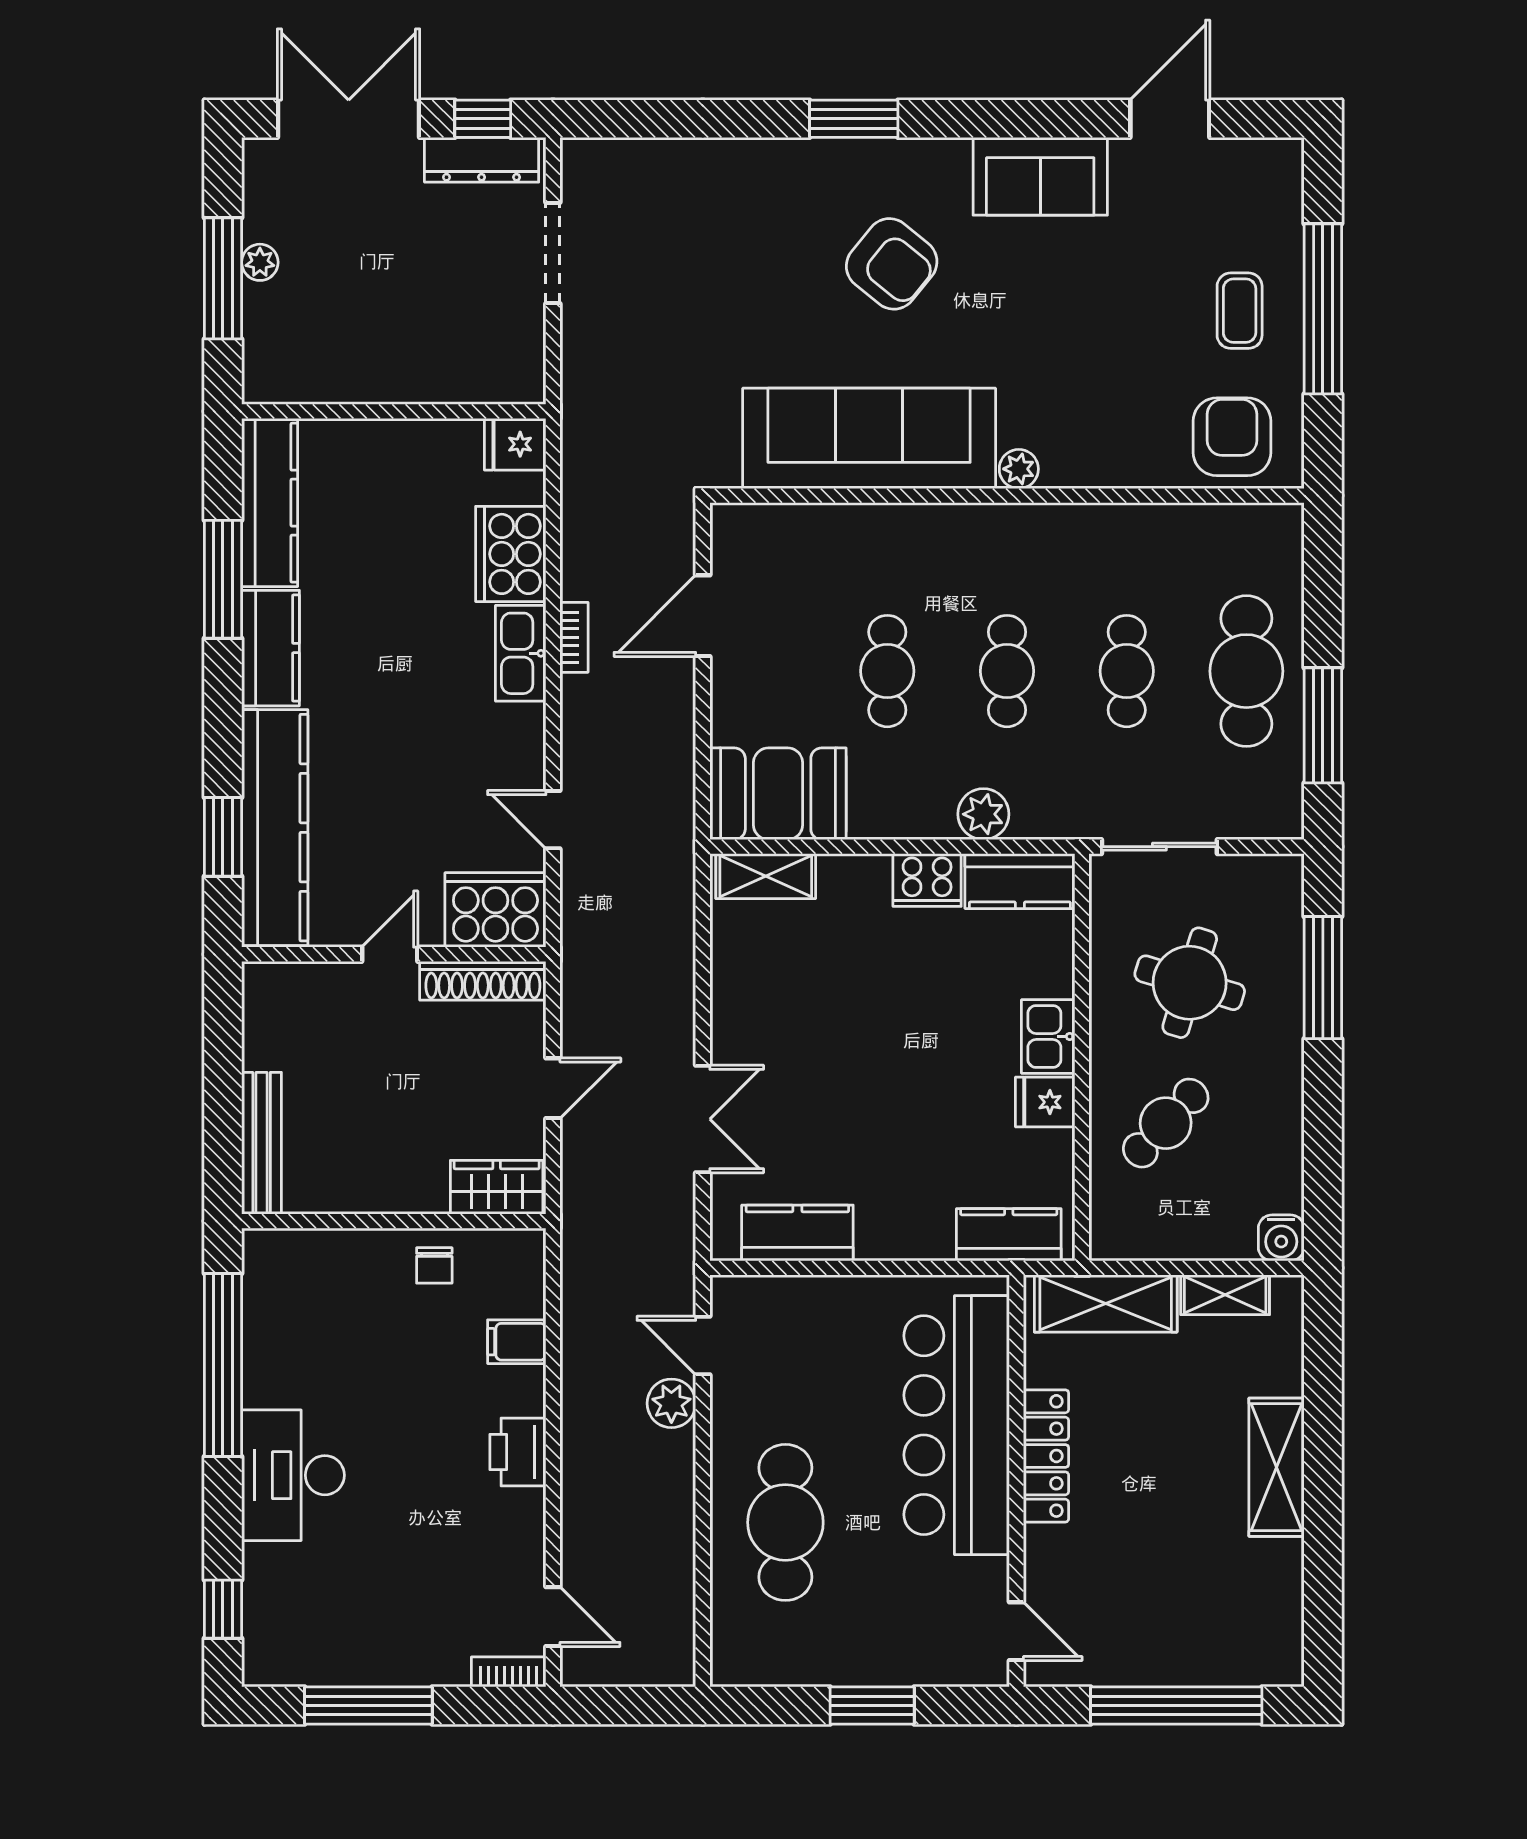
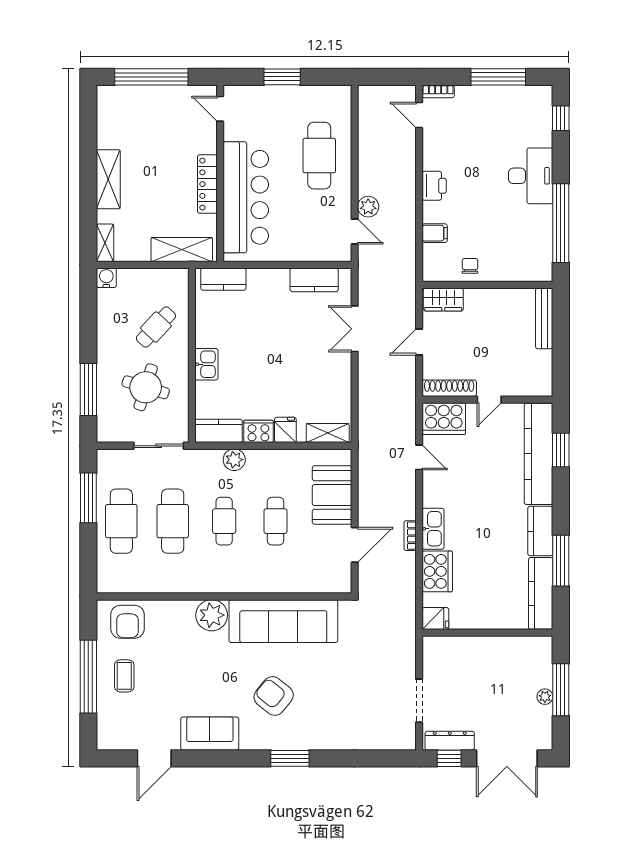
plant: (1019, 469) -> (212, 615), width x1.87, depth x1.87
cafe table: (1127, 671) -> (173, 521), width x1.37, depth x1.35
booth: (778, 794) -> (332, 495), moved, turned 90
fridge: (1045, 1102) -> (285, 430), moved, turned -90
shelving: (1225, 1295) -> (105, 243), moved, turned 90

